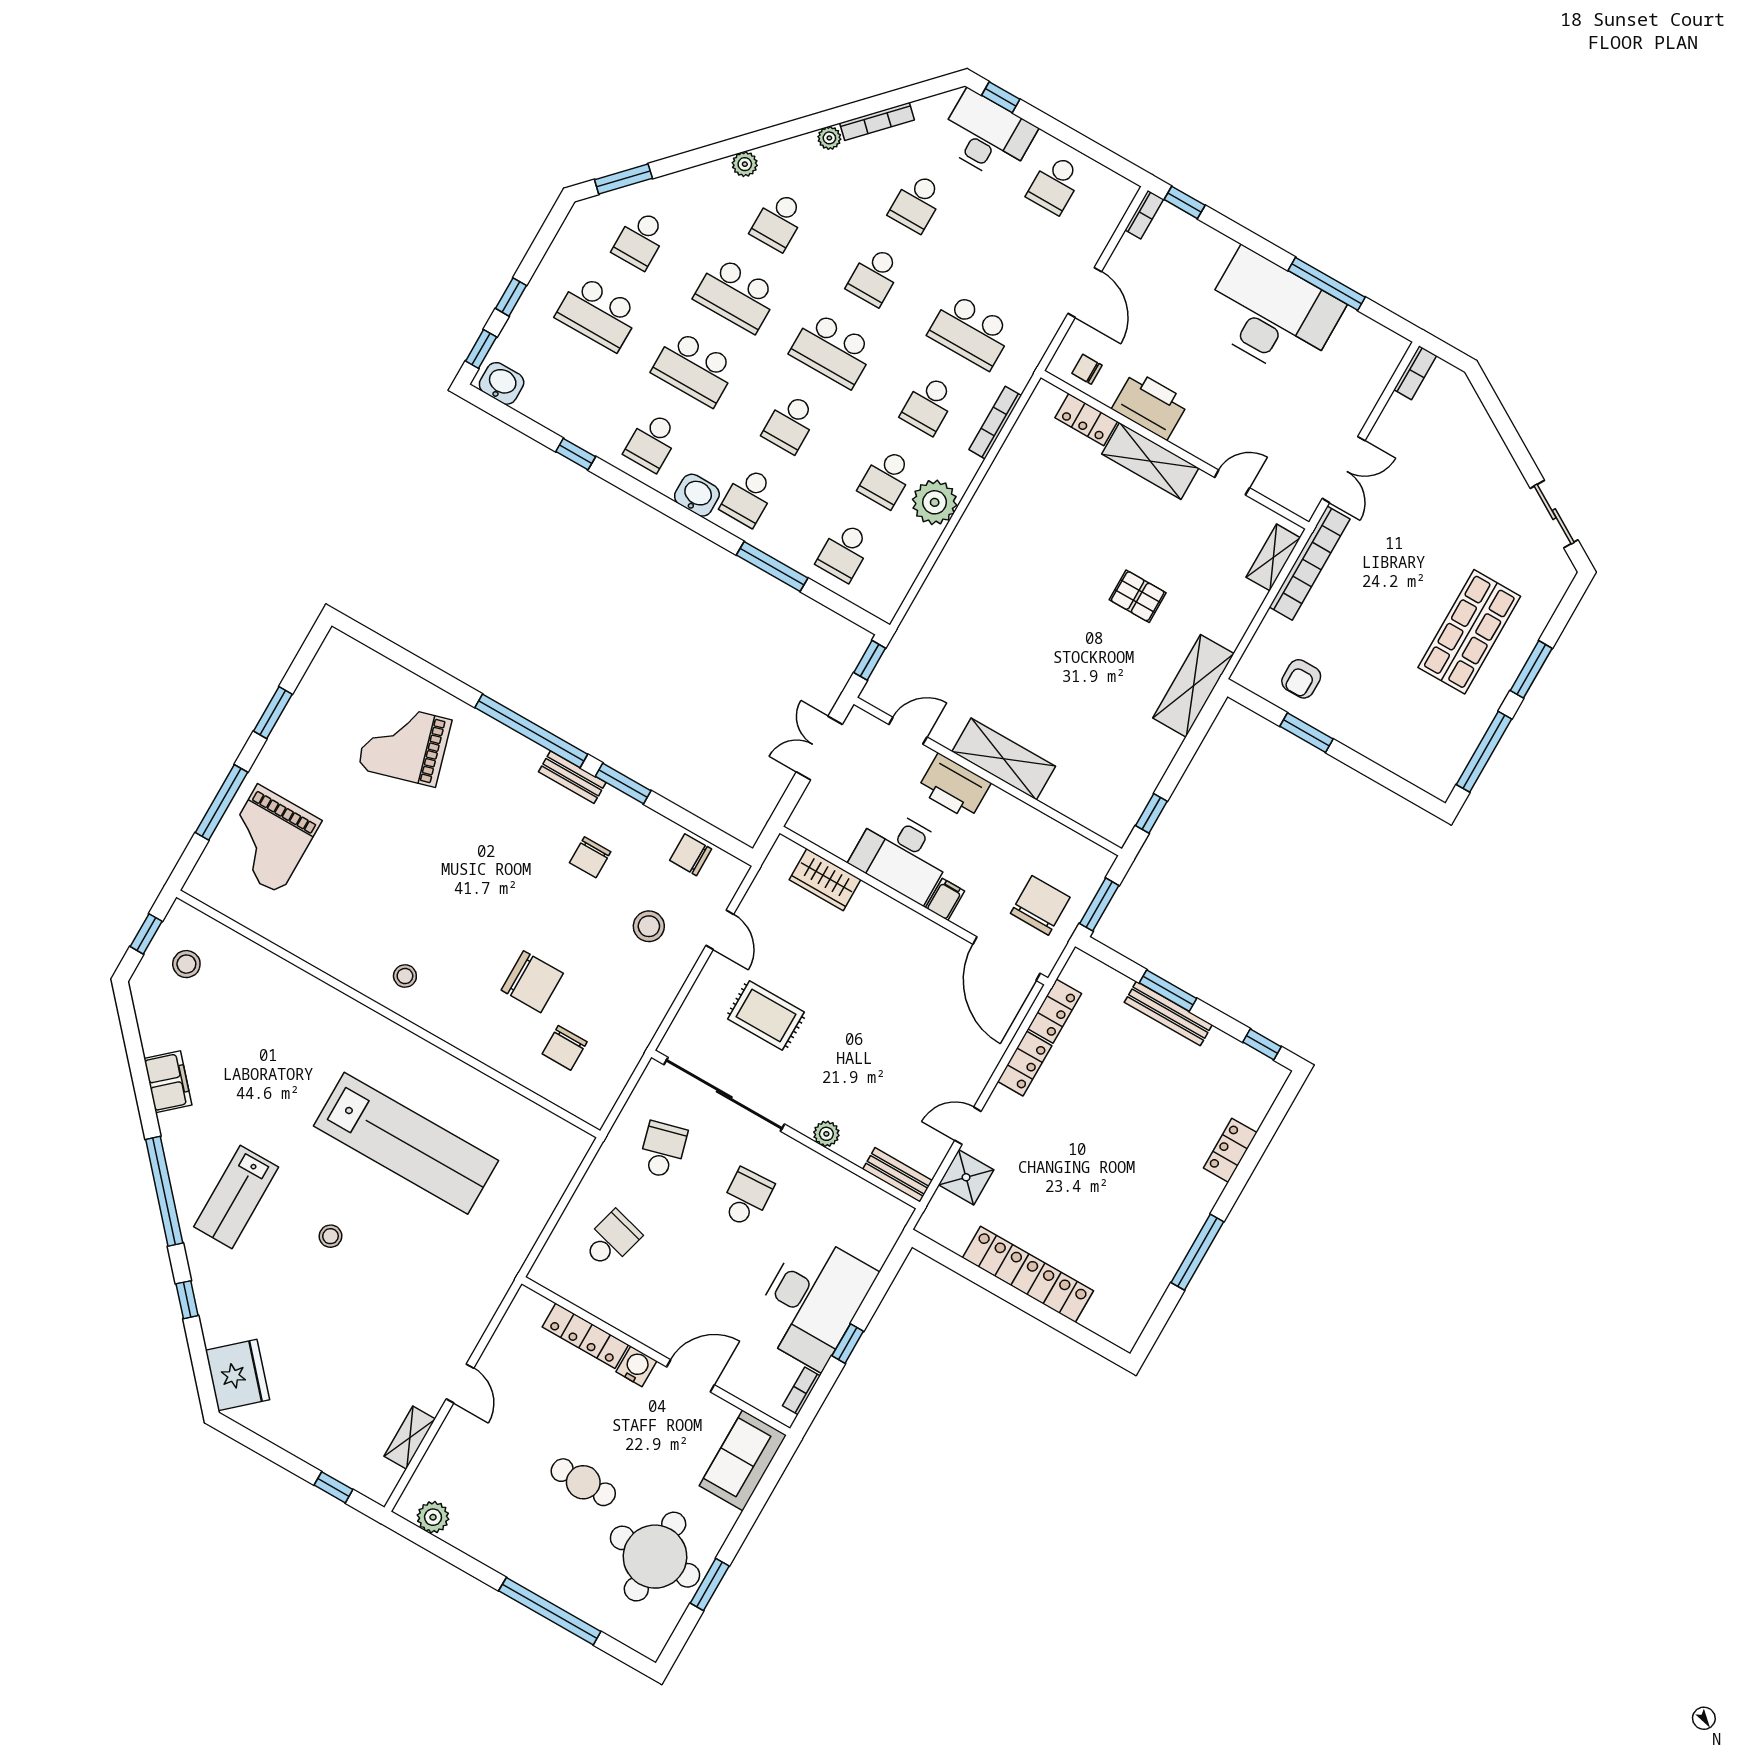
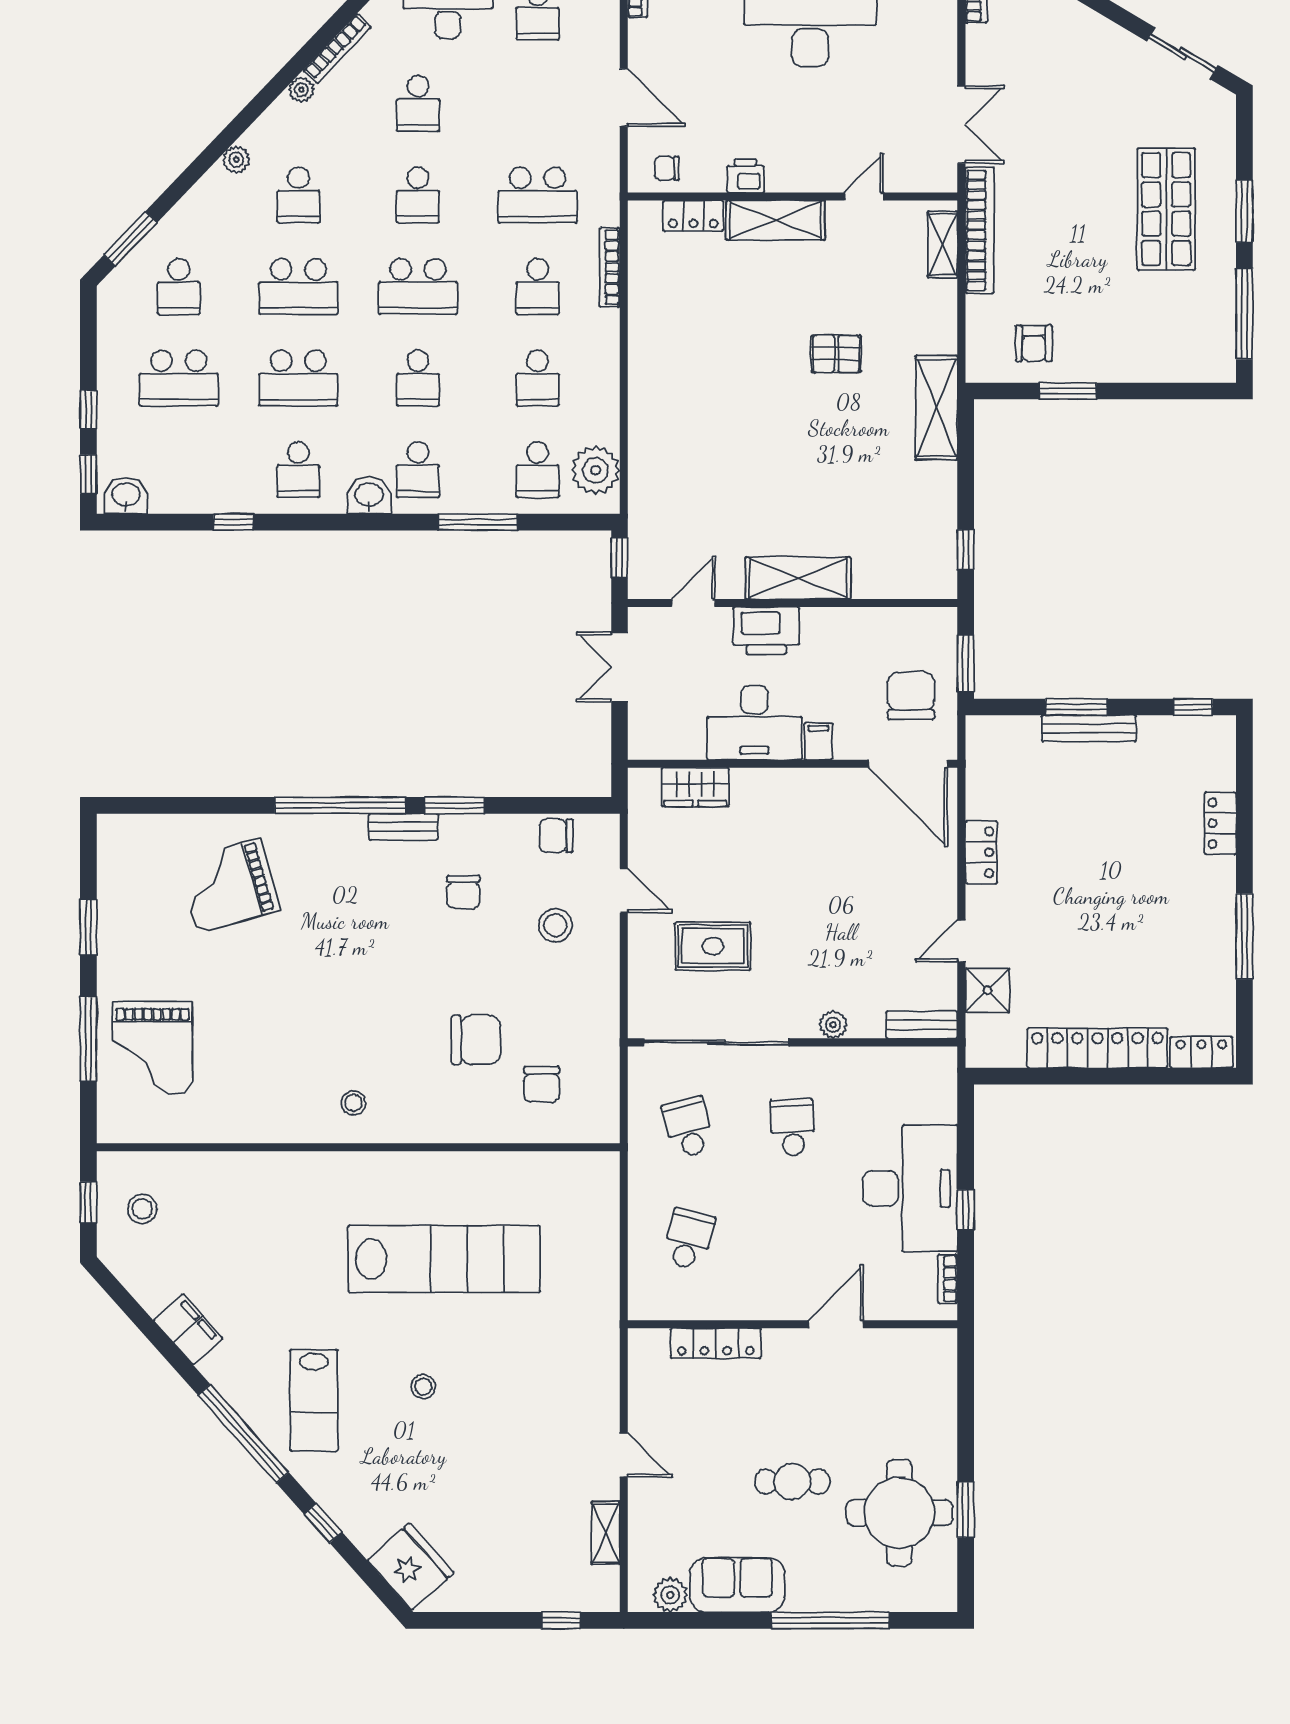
printer: (1150, 405) -> (746, 176), width x0.53, depth x0.68
plant: (935, 502) -> (596, 470), moved
locker: (1055, 1011) -> (1201, 1052), moved, turned -90
water cooler: (636, 1366) -> (780, 1344), removed
sofa: (743, 1460) -> (737, 1585), moved, turned 90

